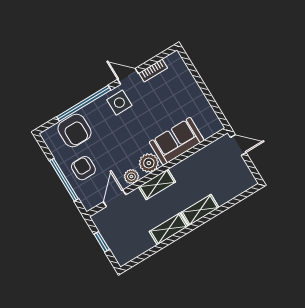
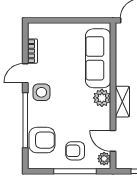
sofa: (177, 141) -> (98, 58), width x1.36
plant: (131, 177) -> (104, 159), moved

